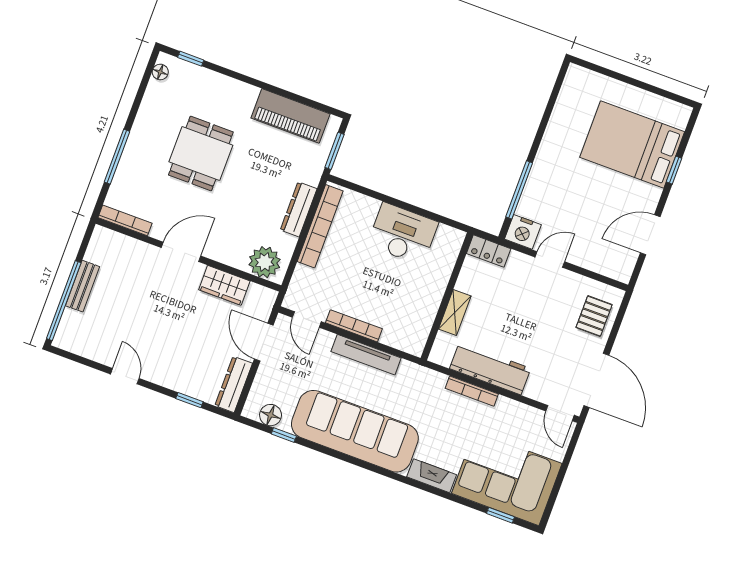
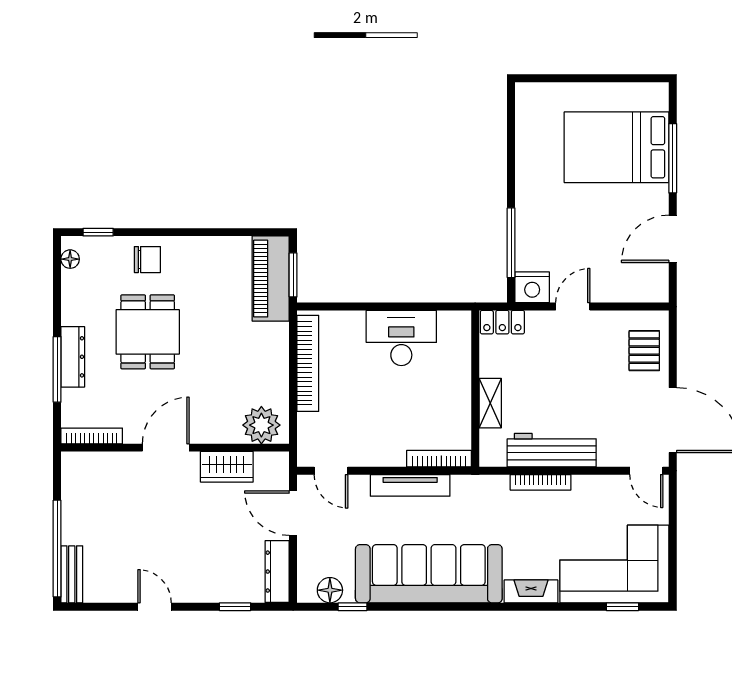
chair: (222, 95) -> (147, 260), added
piano: (290, 116) -> (271, 279), moved, turned 90
window: (674, 170) -> (673, 158), width x2.17
dresser: (299, 209) -> (73, 357), moved, turned 180
bench: (83, 286) -> (72, 574), moved
bookcase: (354, 326) -> (439, 459), moved

